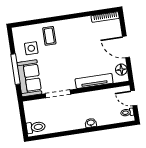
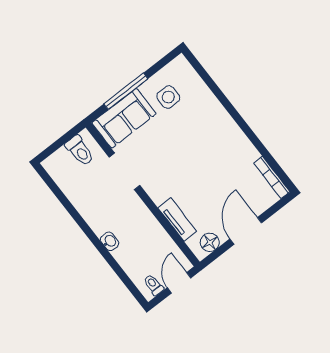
coffee table: (49, 36) -> (200, 113), removed
tv unit: (94, 81) -> (177, 220), width x0.71
toilet: (36, 127) -> (80, 151), moved

